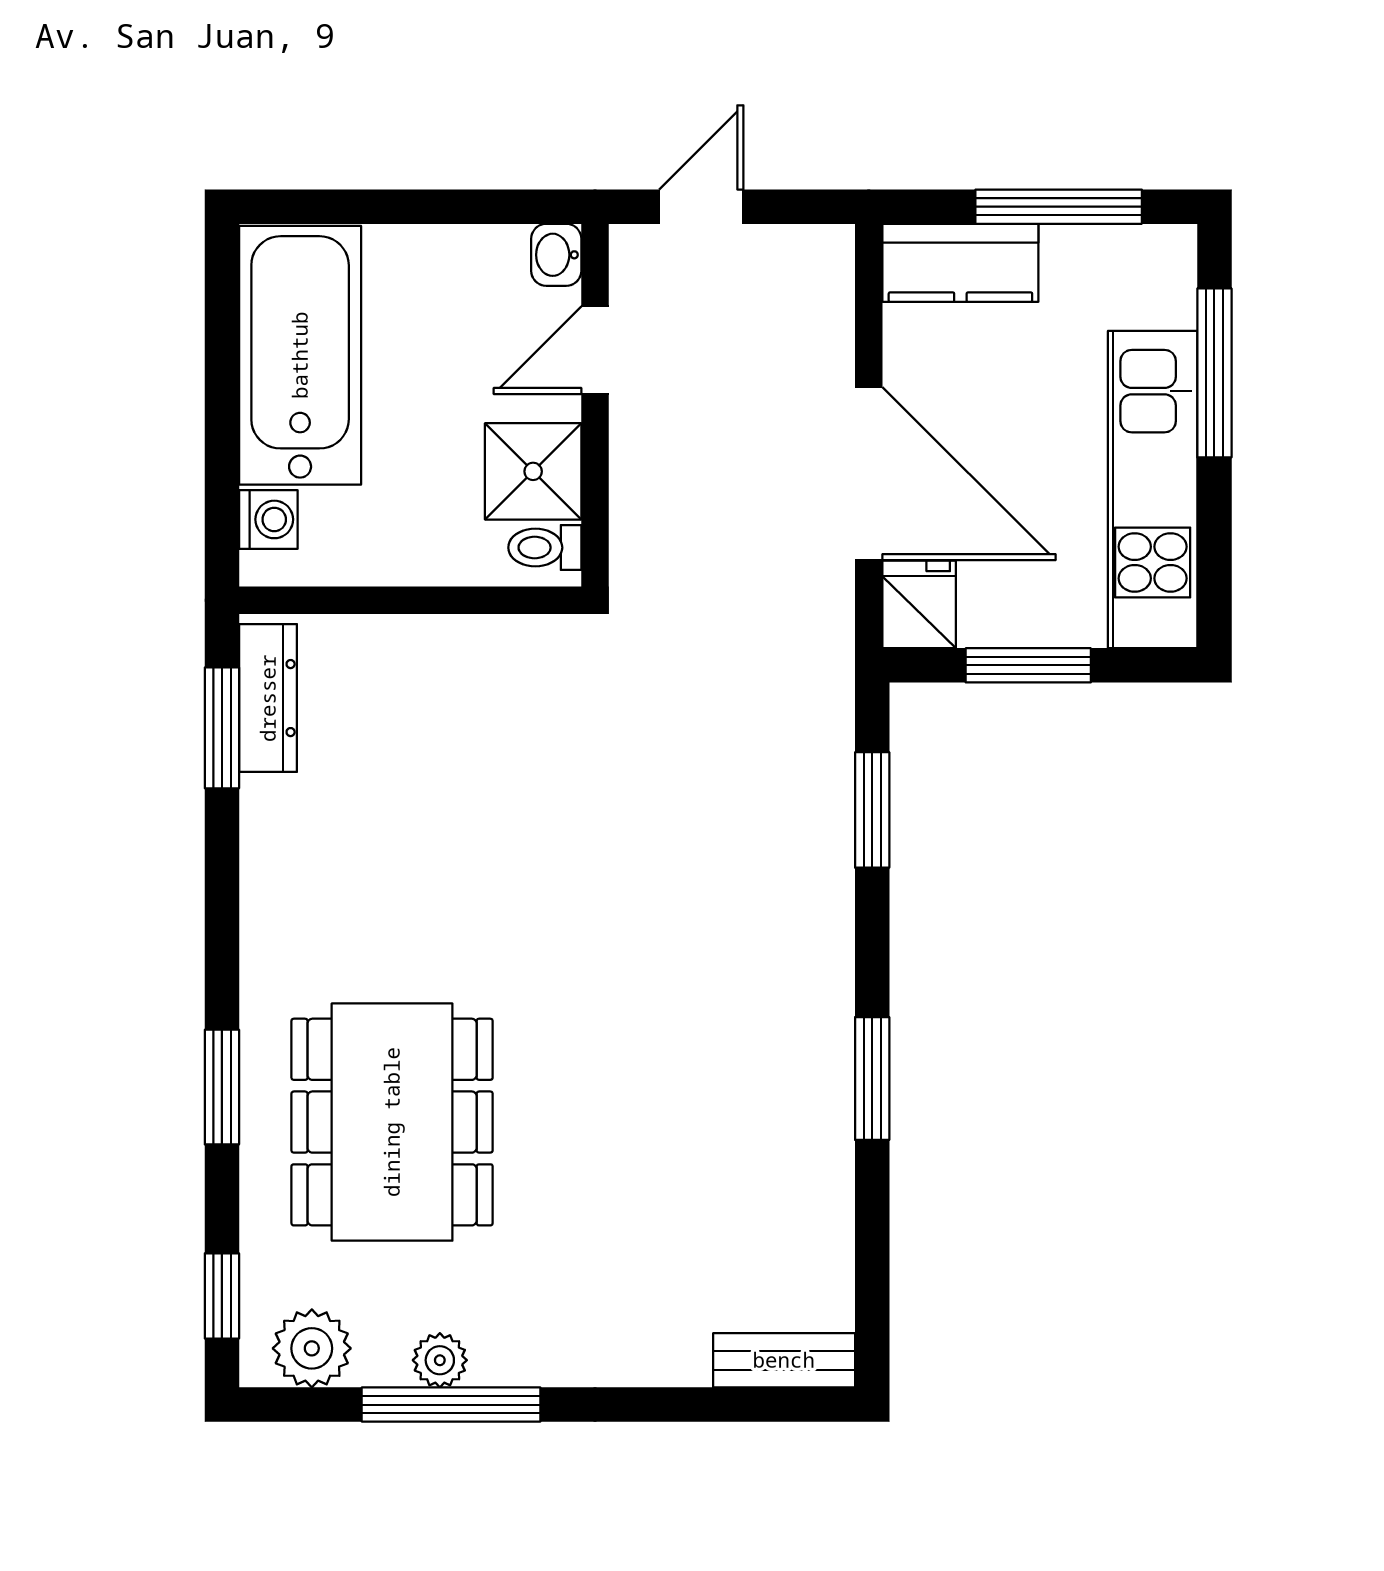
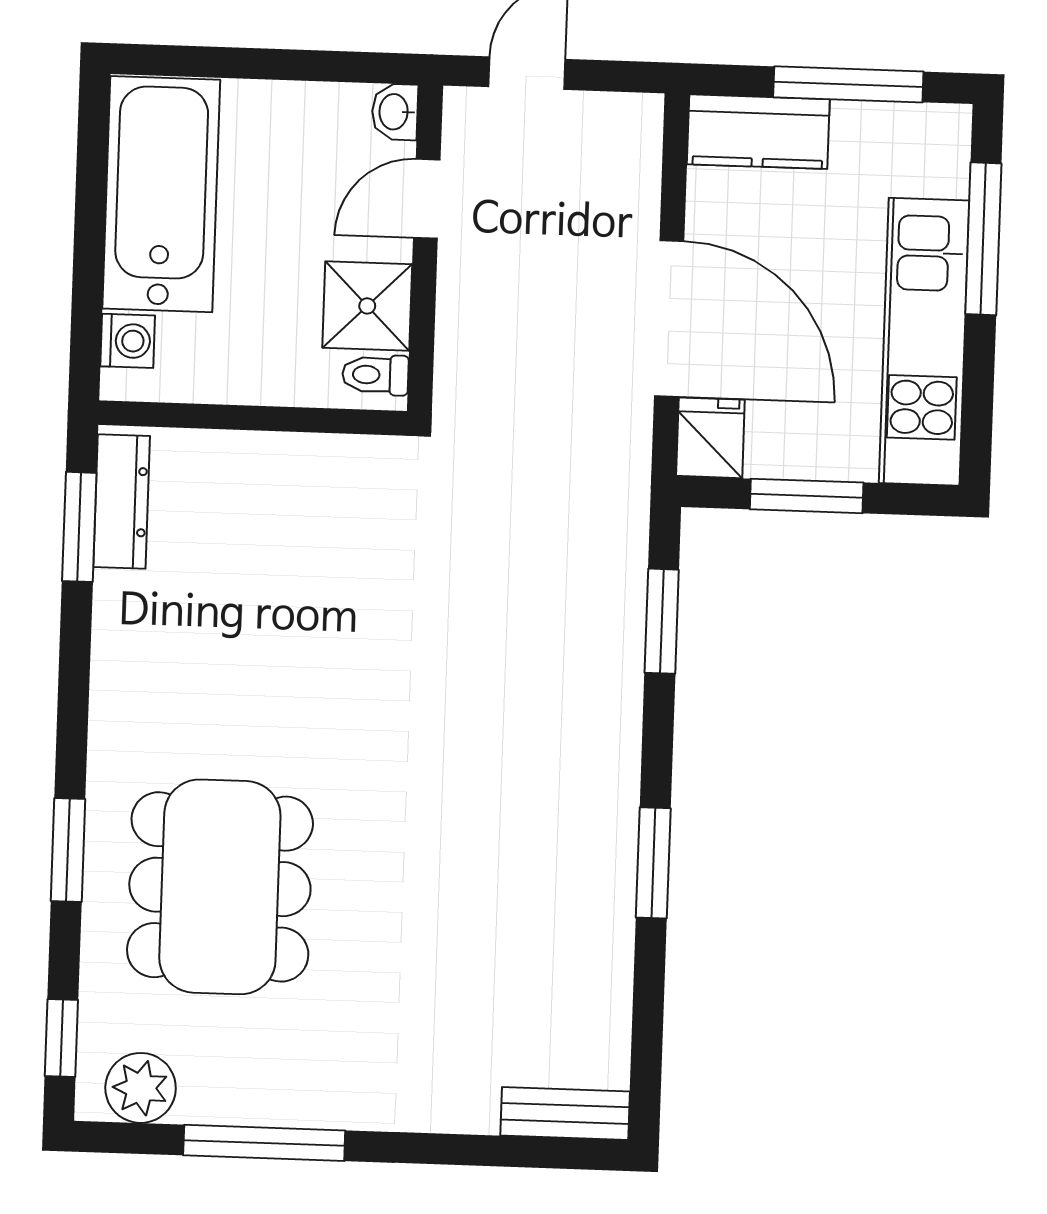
plant: (440, 1360) -> (255, 1103), removed

